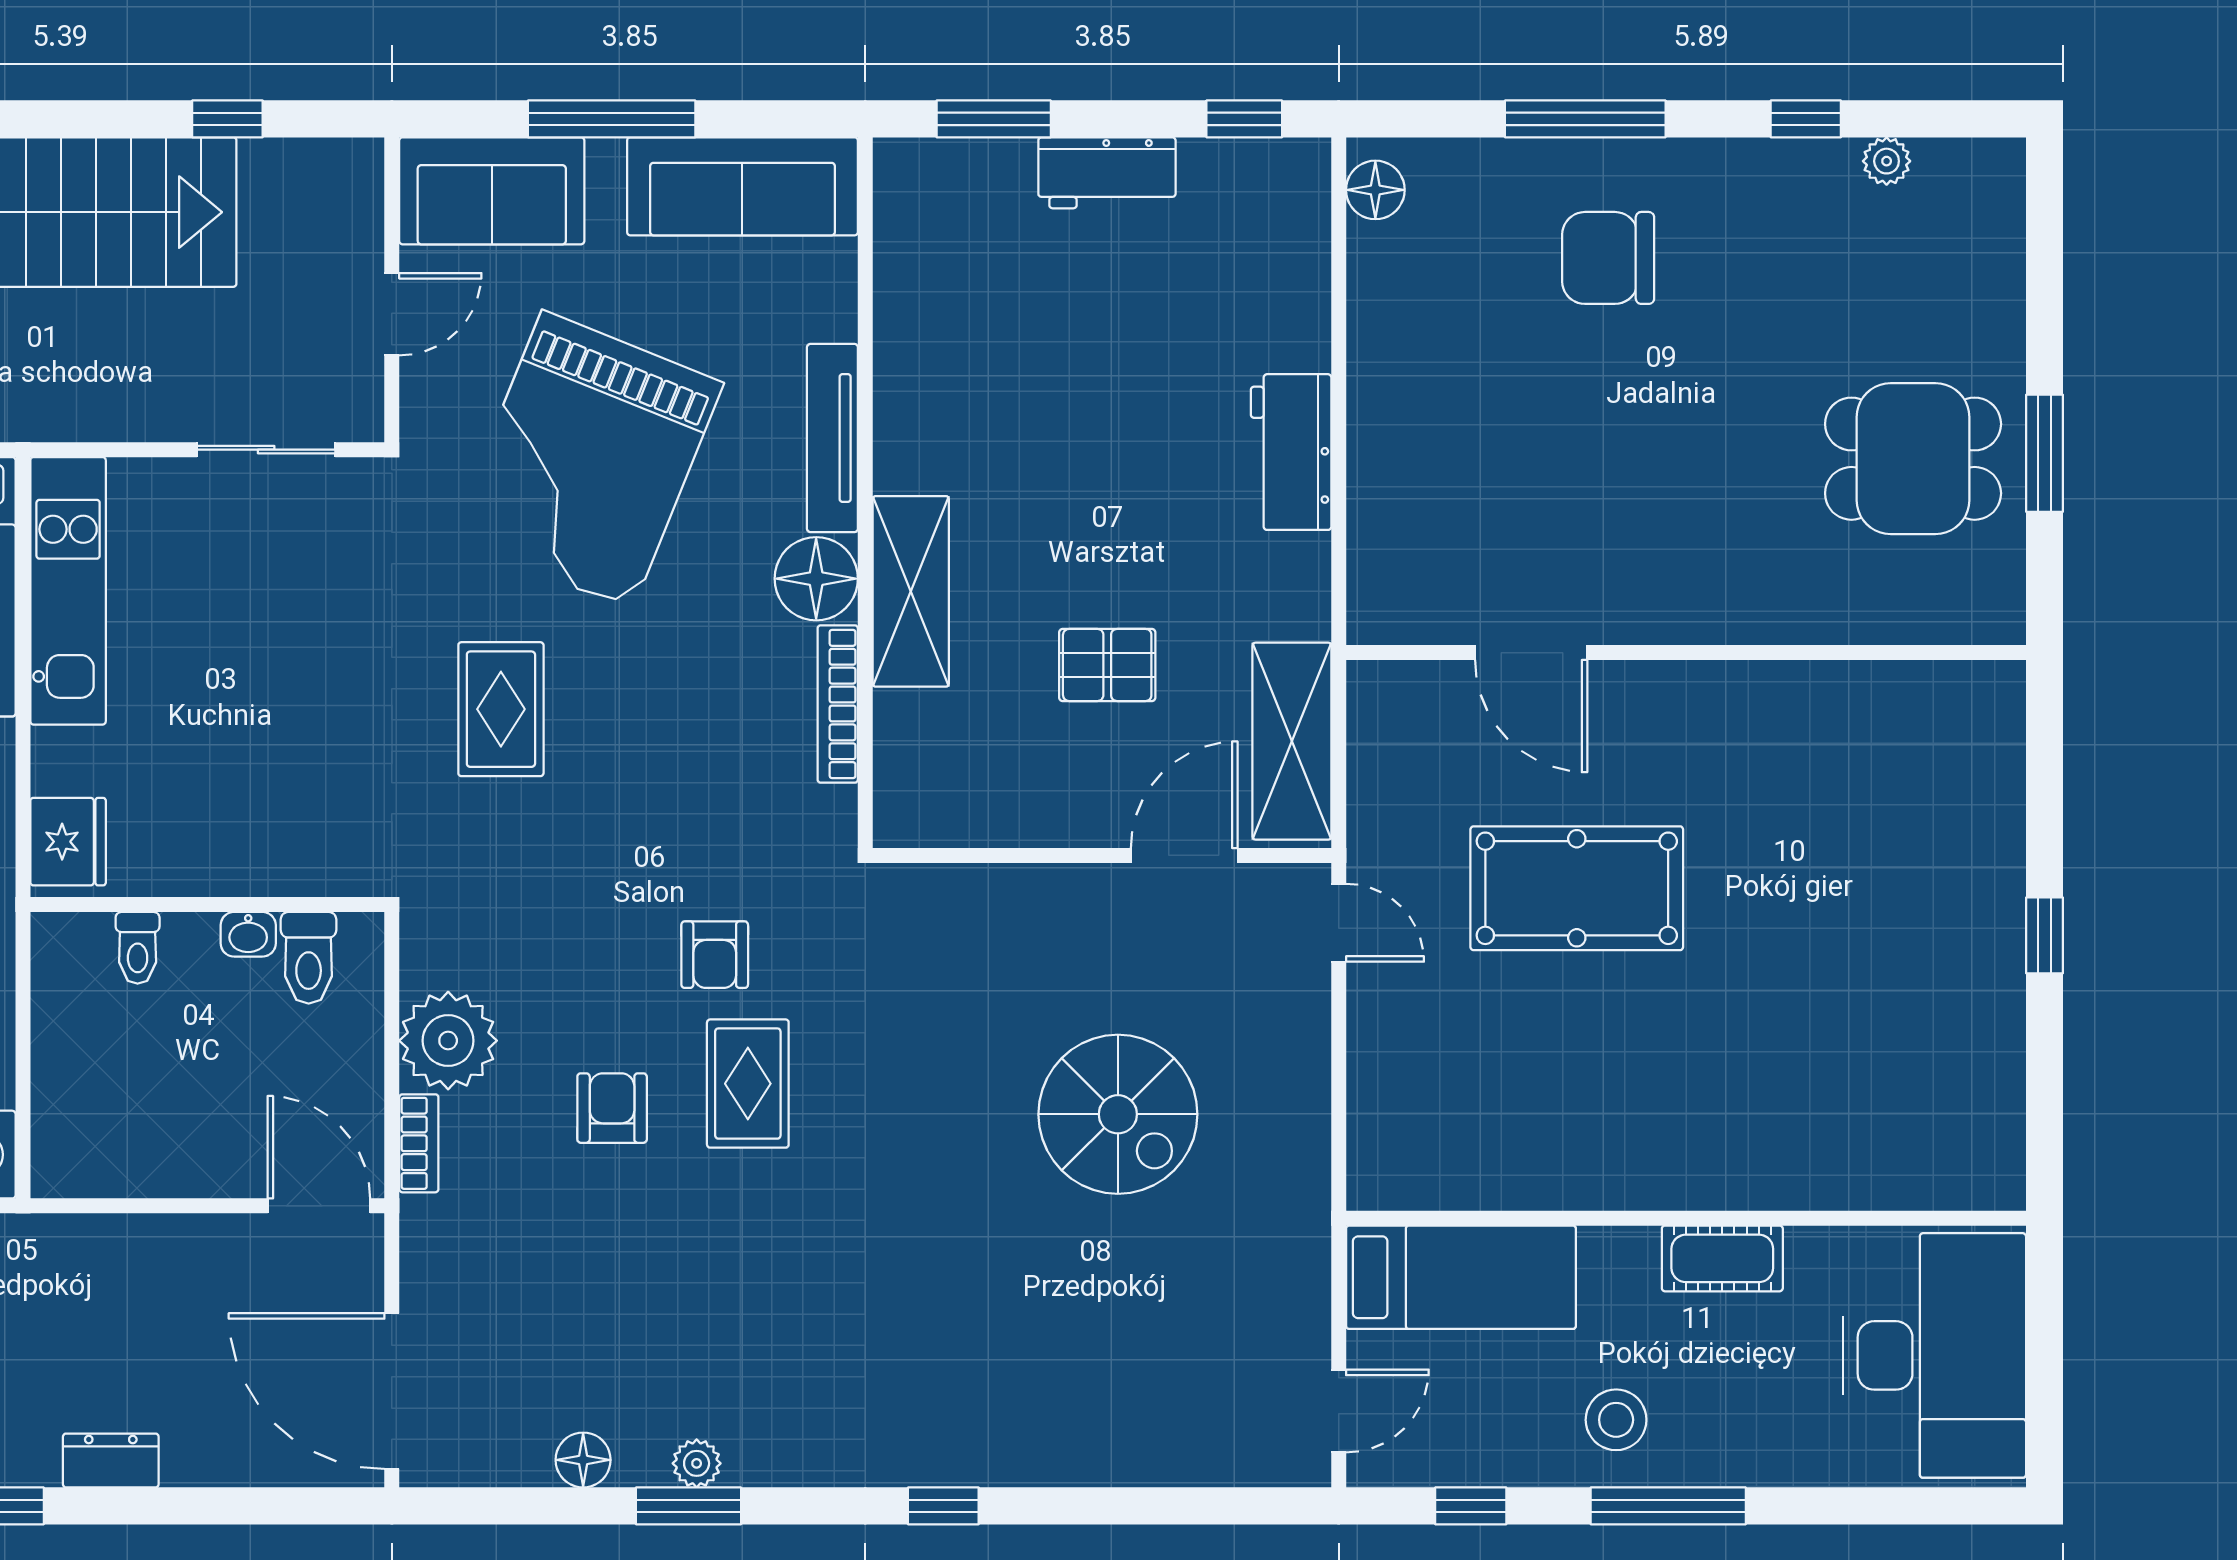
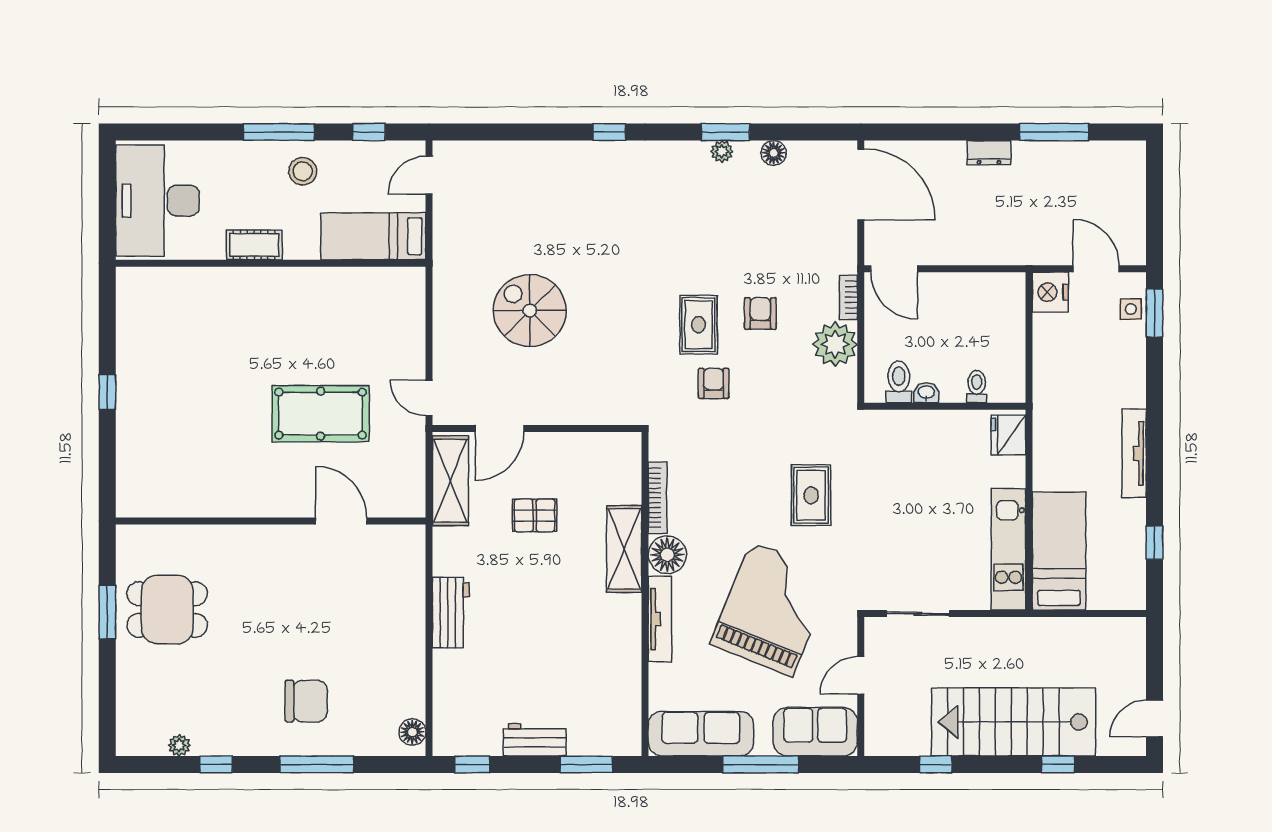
armchair: (612, 1108) -> (760, 313), turned 180

